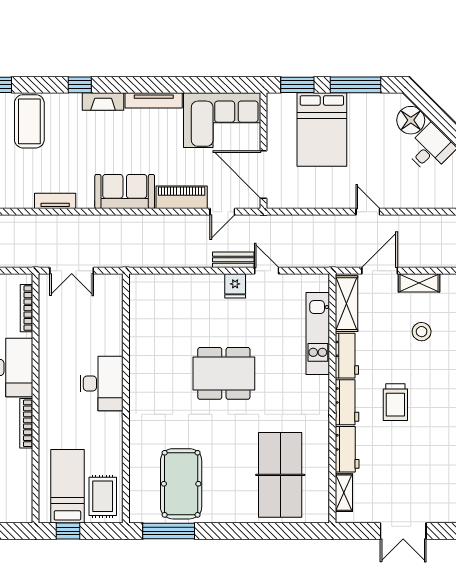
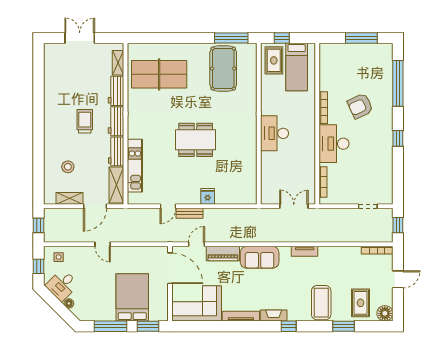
floor lamp: (411, 120) -> (69, 303), width x0.53, depth x0.53
side table: (436, 192) -> (59, 257), added
door: (267, 271) -> (168, 206), hinge flipped
fridge: (235, 286) -> (208, 196), moved
table tennis table: (280, 475) -> (159, 74), turned 90
window: (68, 531) -> (282, 38), moved

